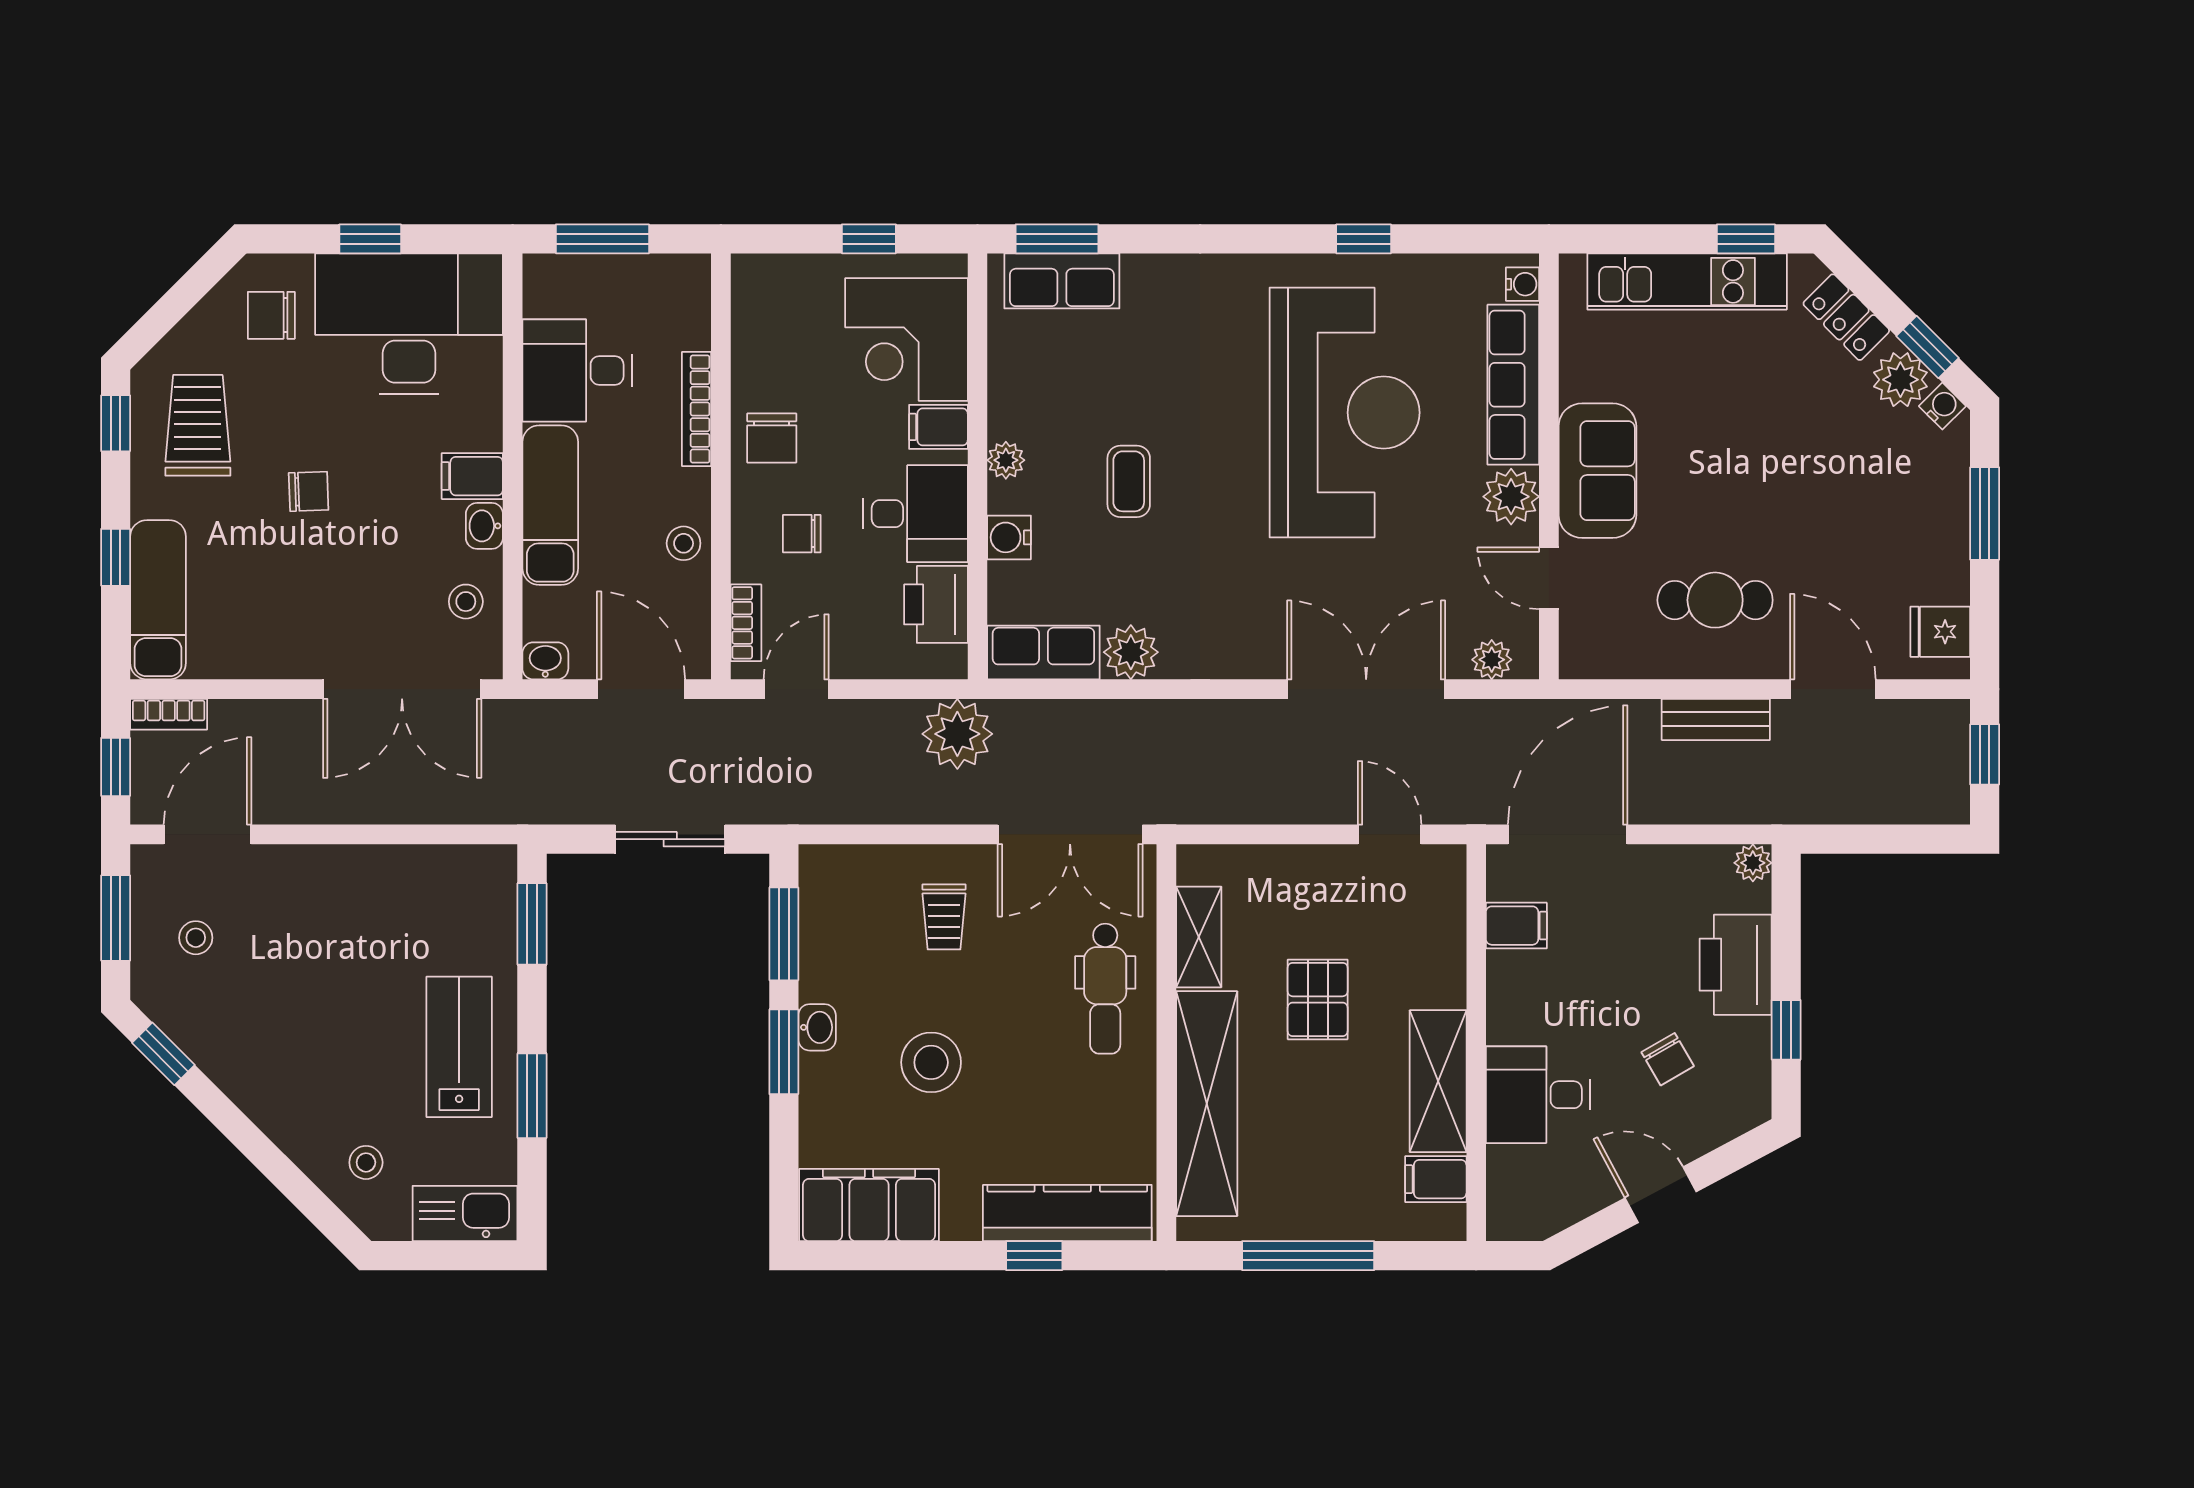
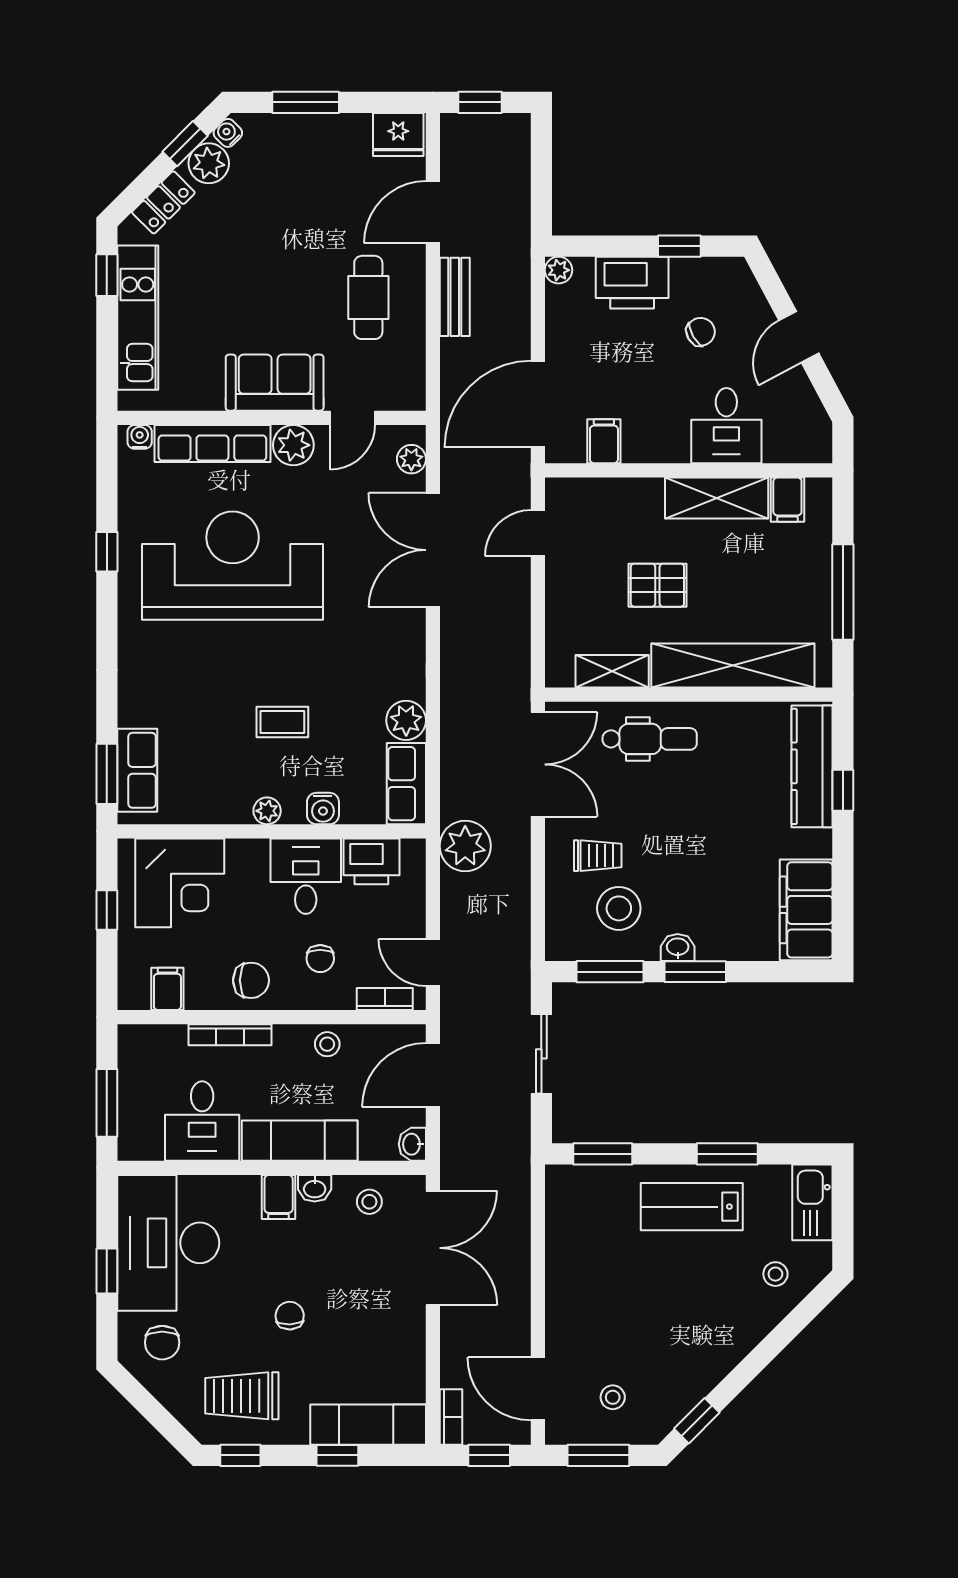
filing cabinet: (938, 427) -> (167, 989), moved, turned 180
fridge: (1940, 632) -> (398, 134), width x1.38
door: (1568, 834) -> (538, 404), hinge flipped
stool: (931, 1062) -> (619, 908), moved

